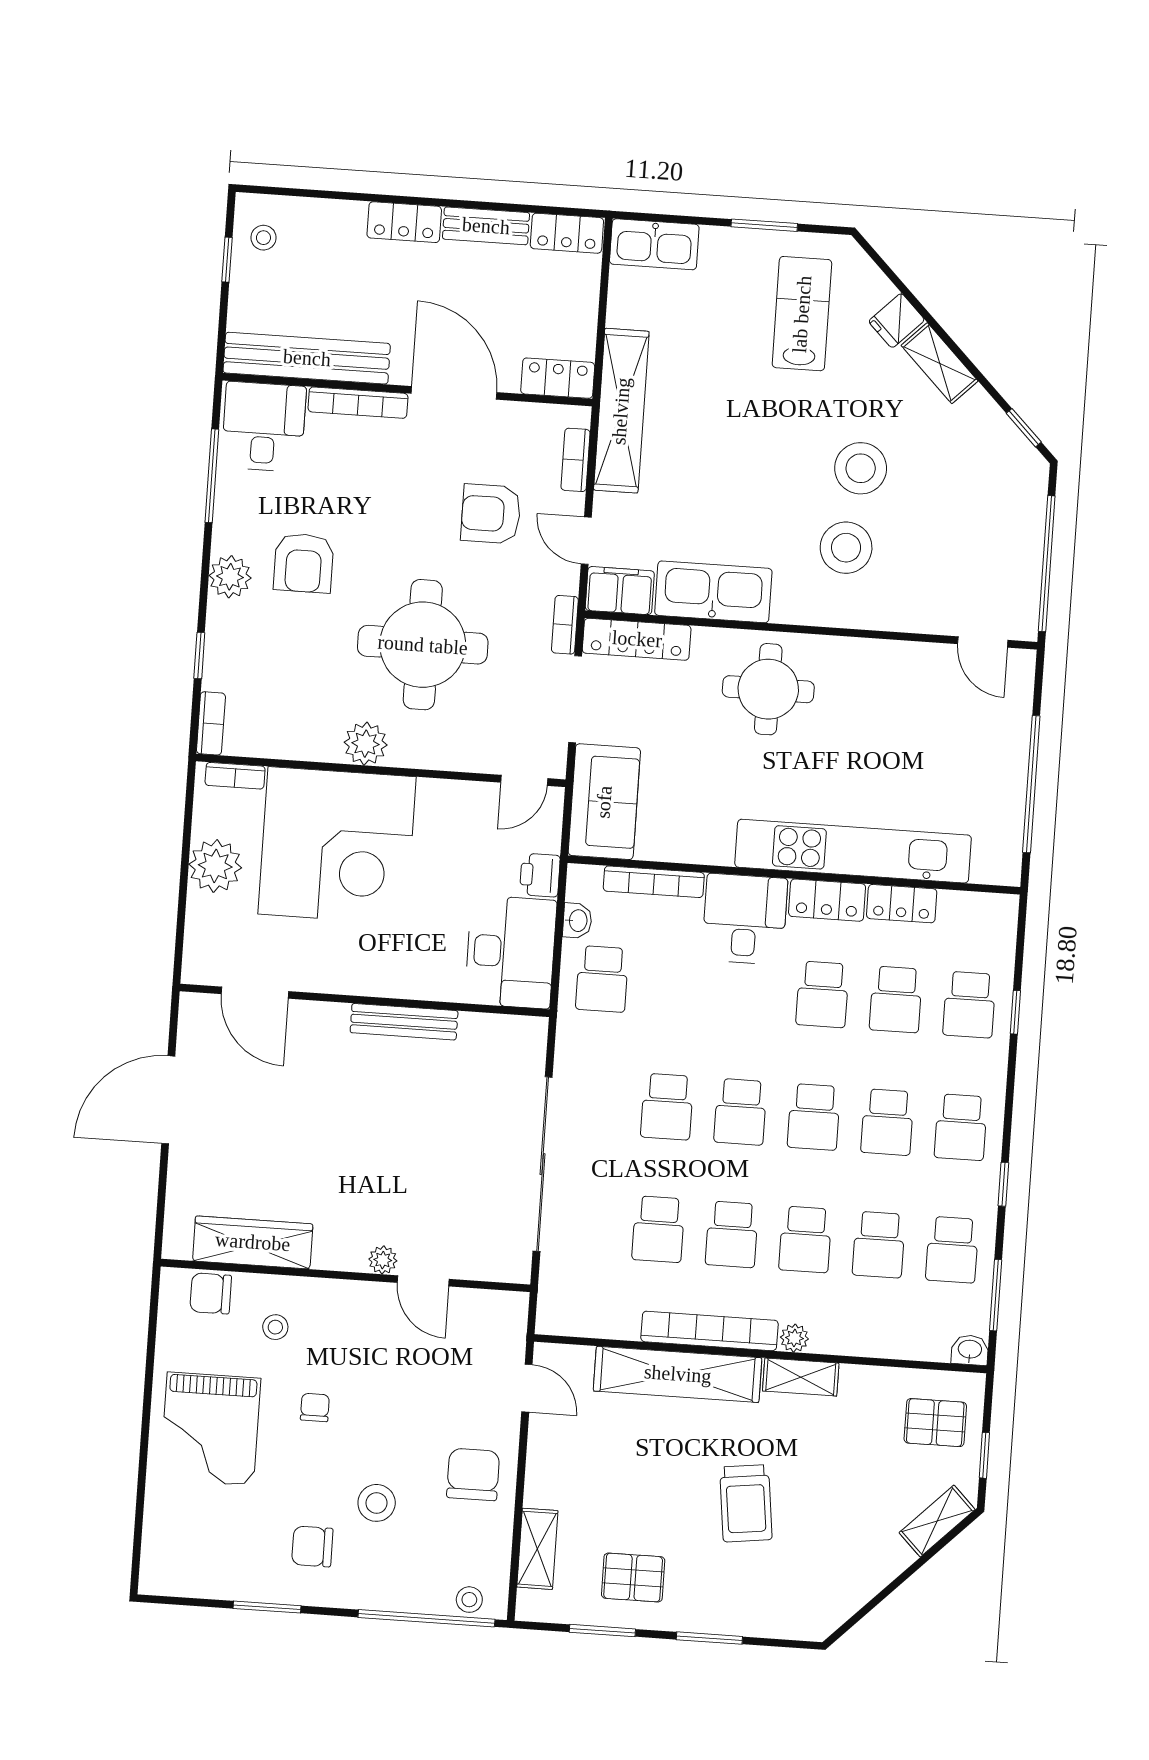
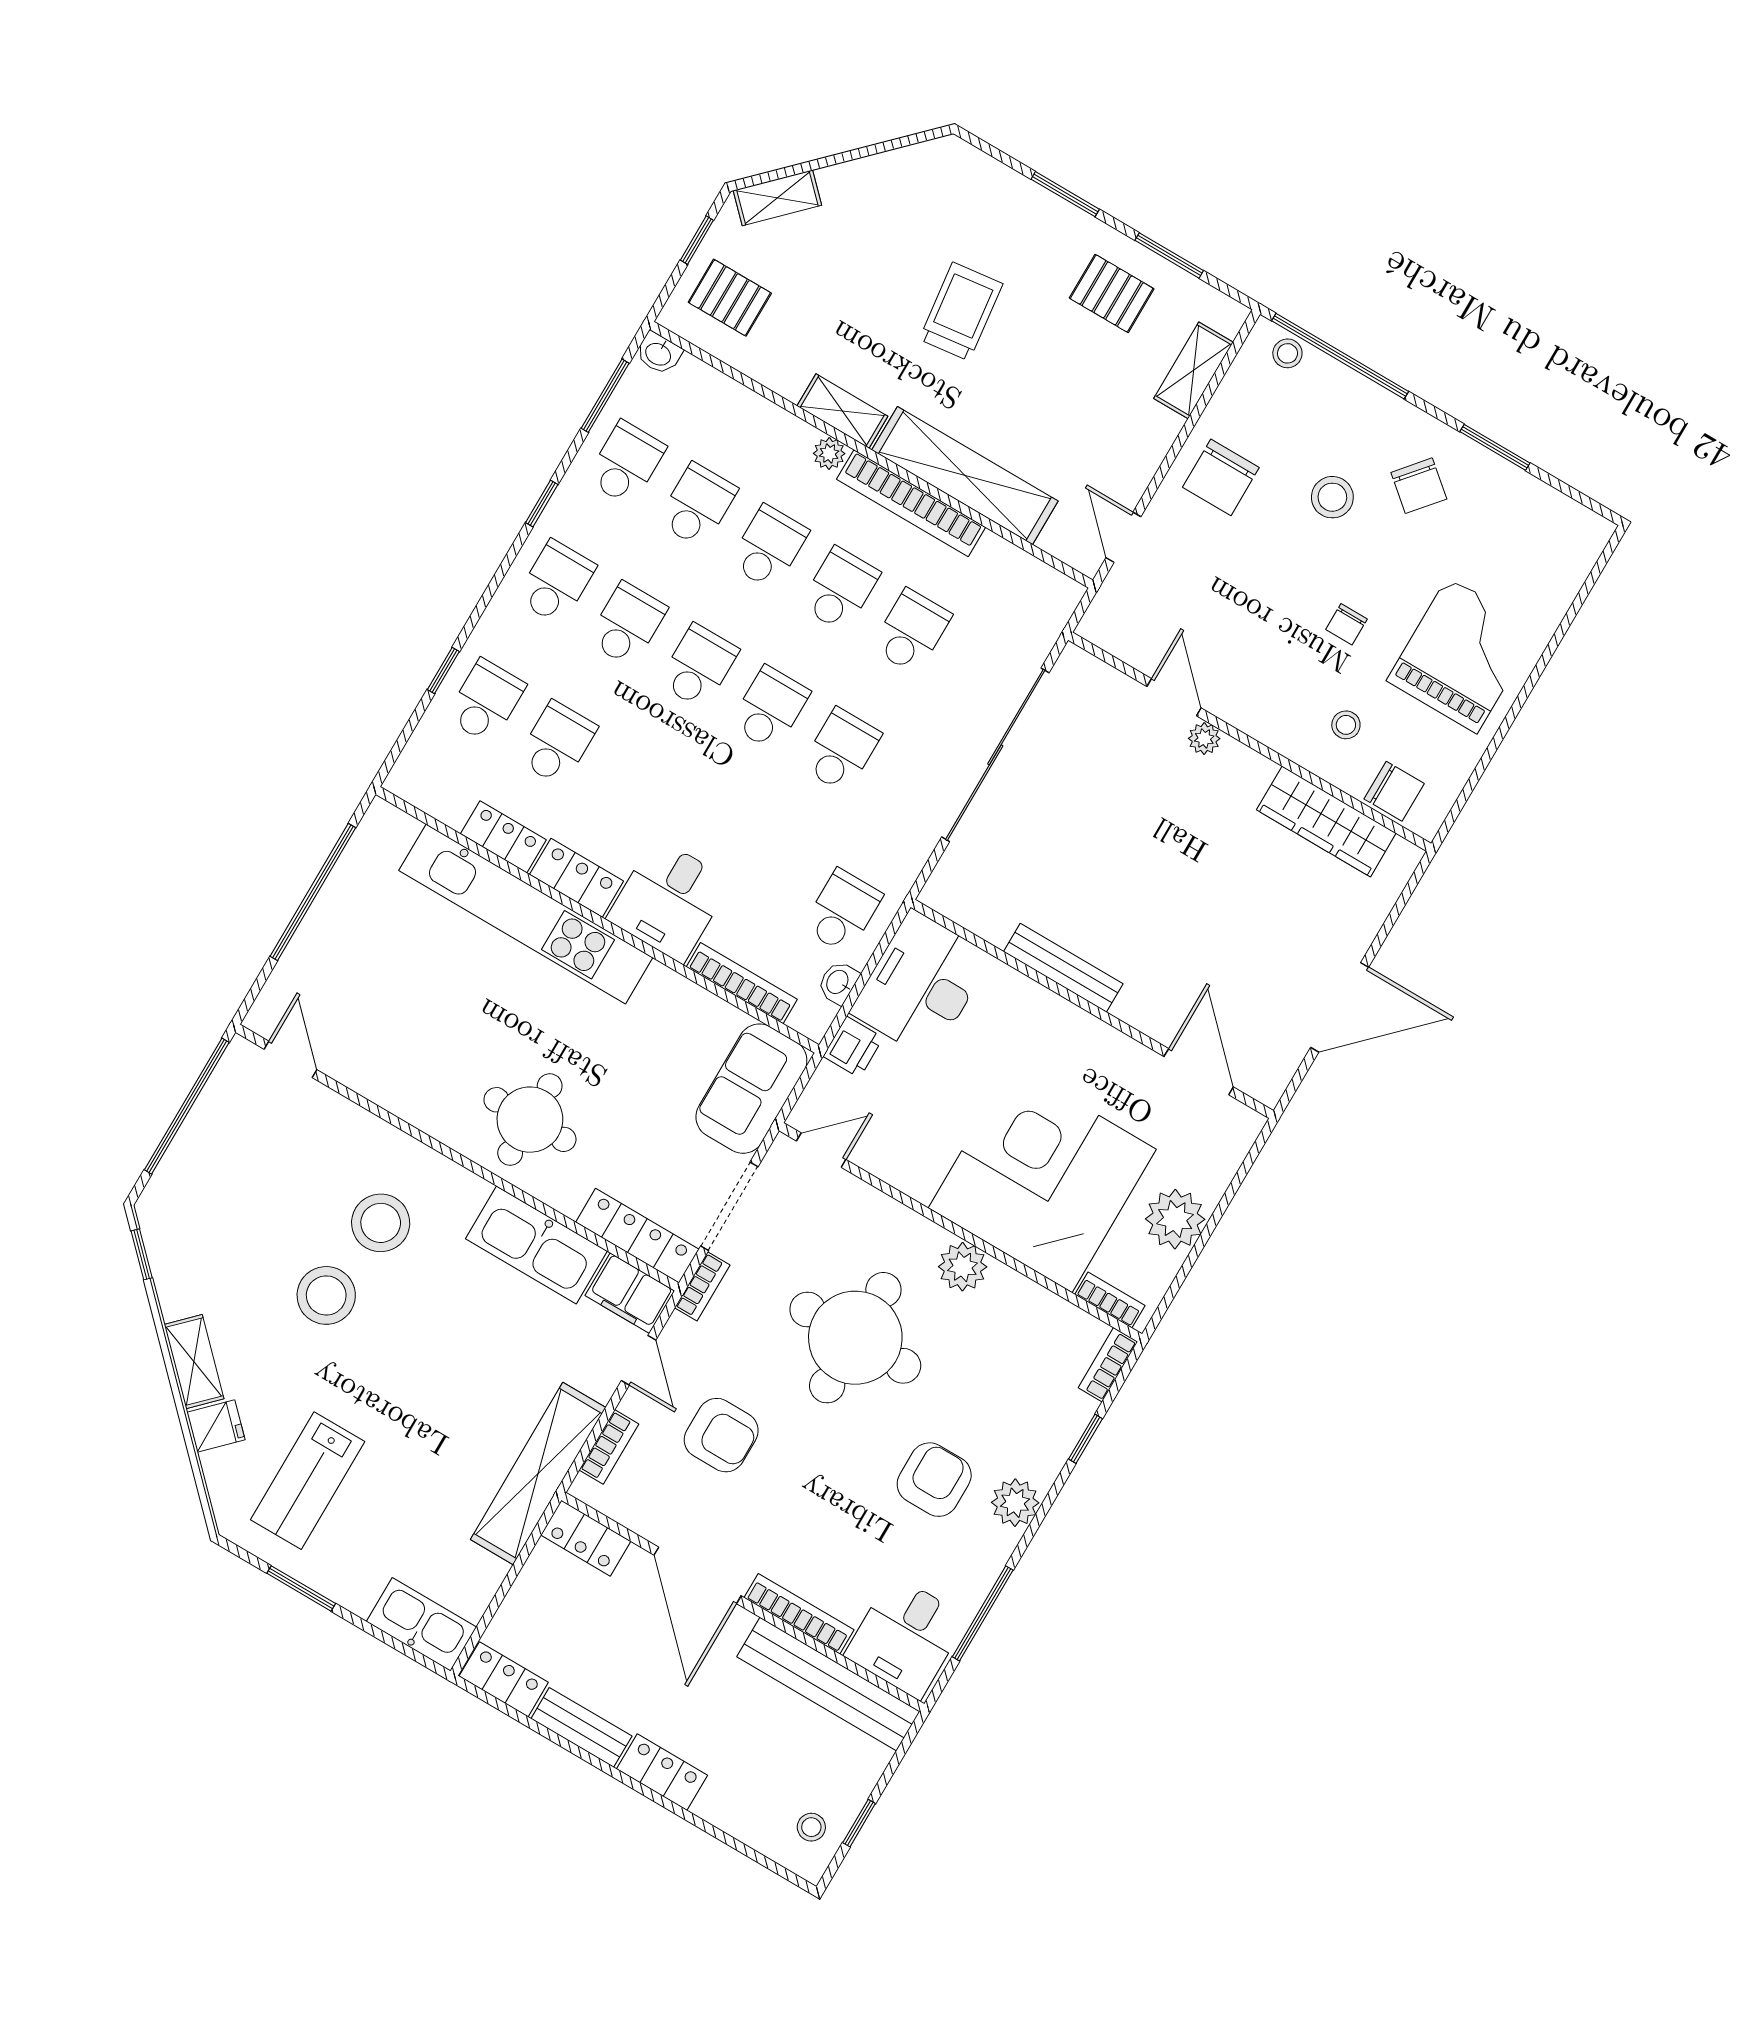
school desk: (822, 994) -> (629, 785), removed
chair: (312, 1546) -> (1419, 486), turned 40

